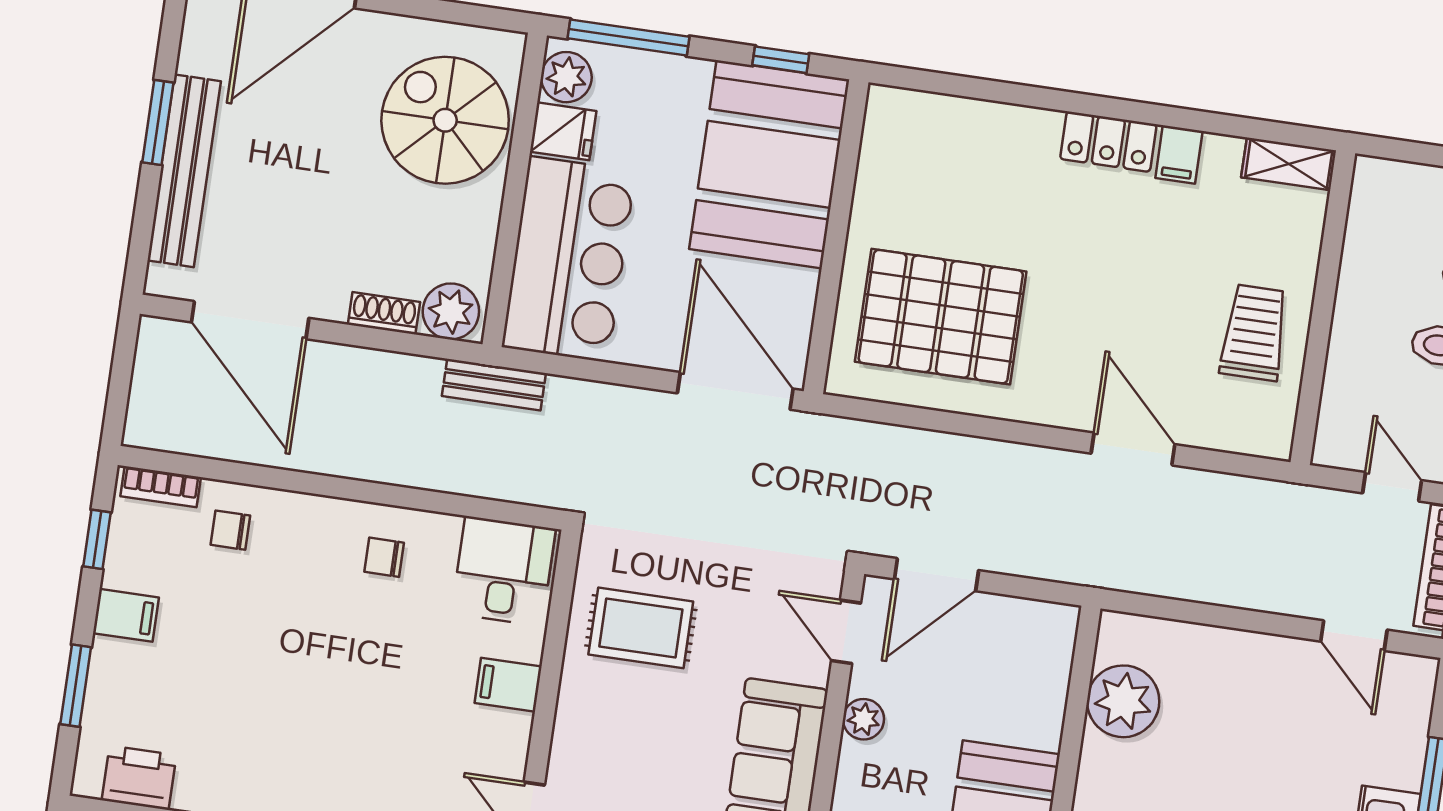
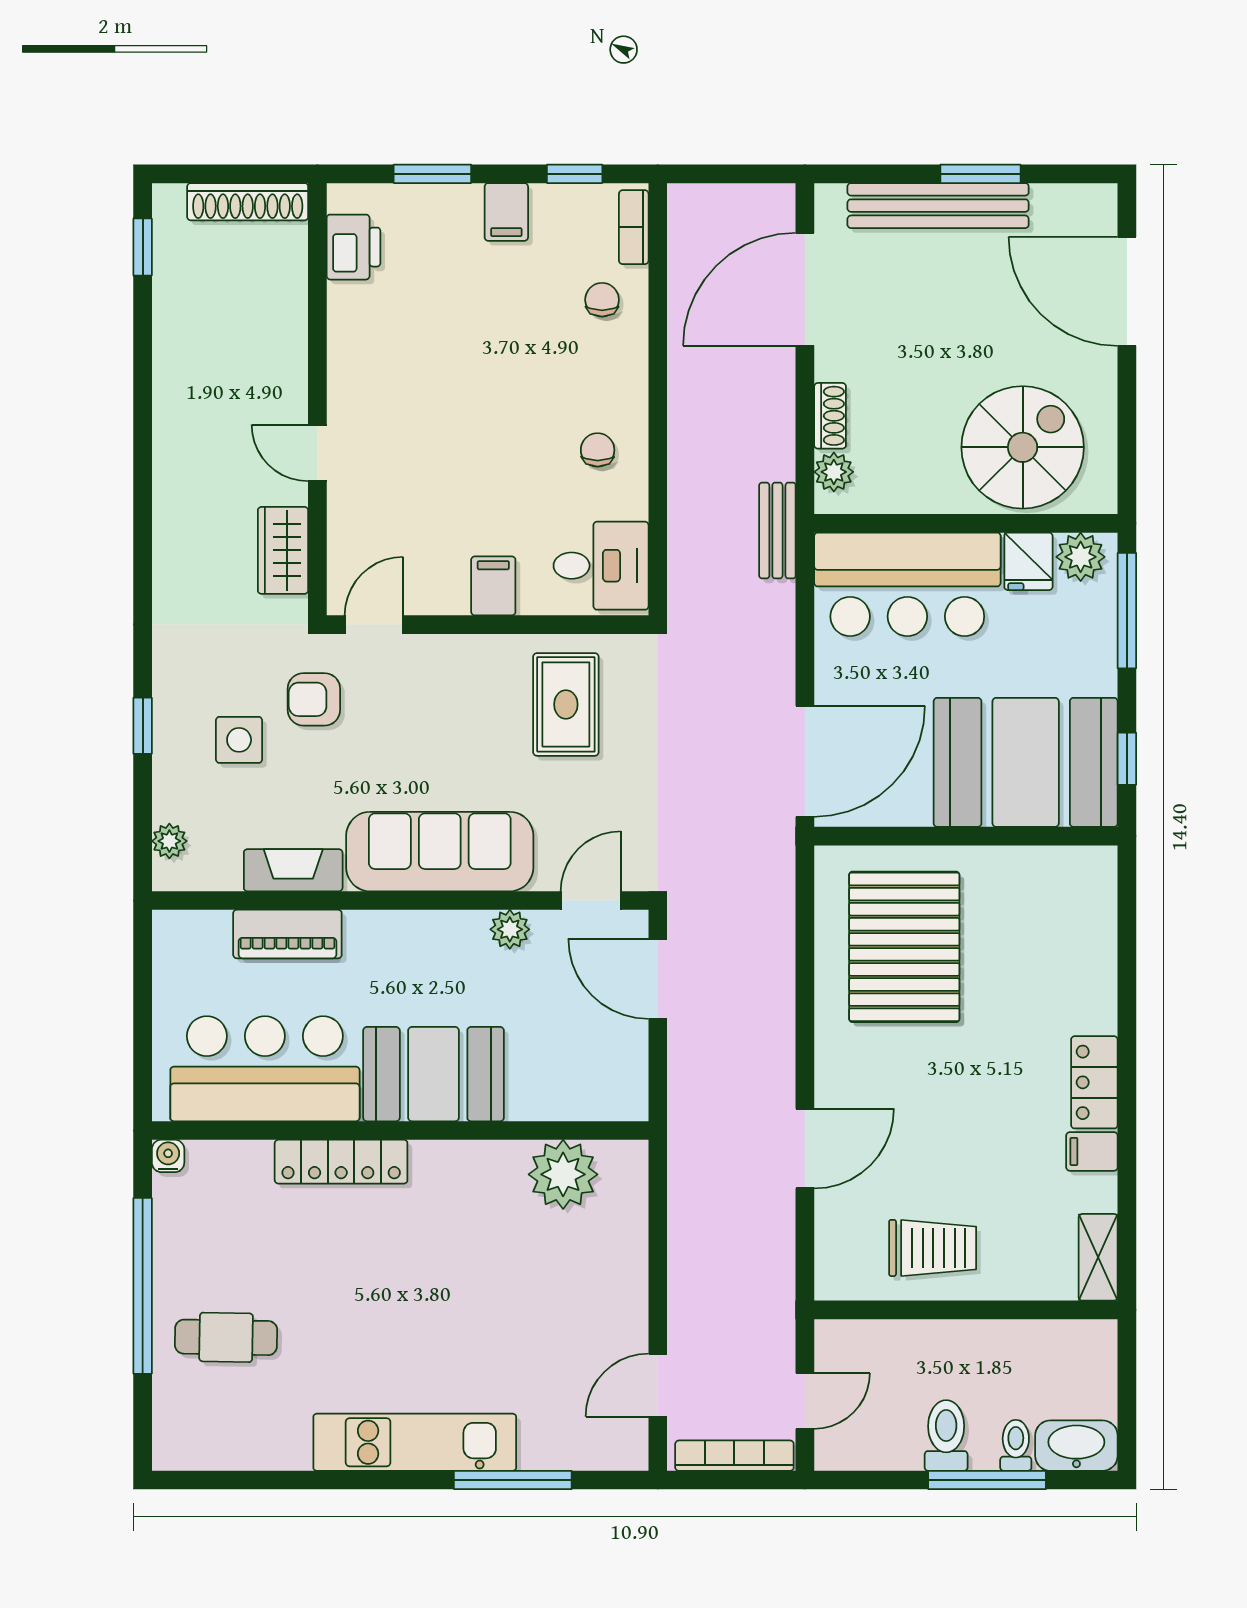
plant: (451, 311) -> (834, 472), width x0.73, depth x0.73

